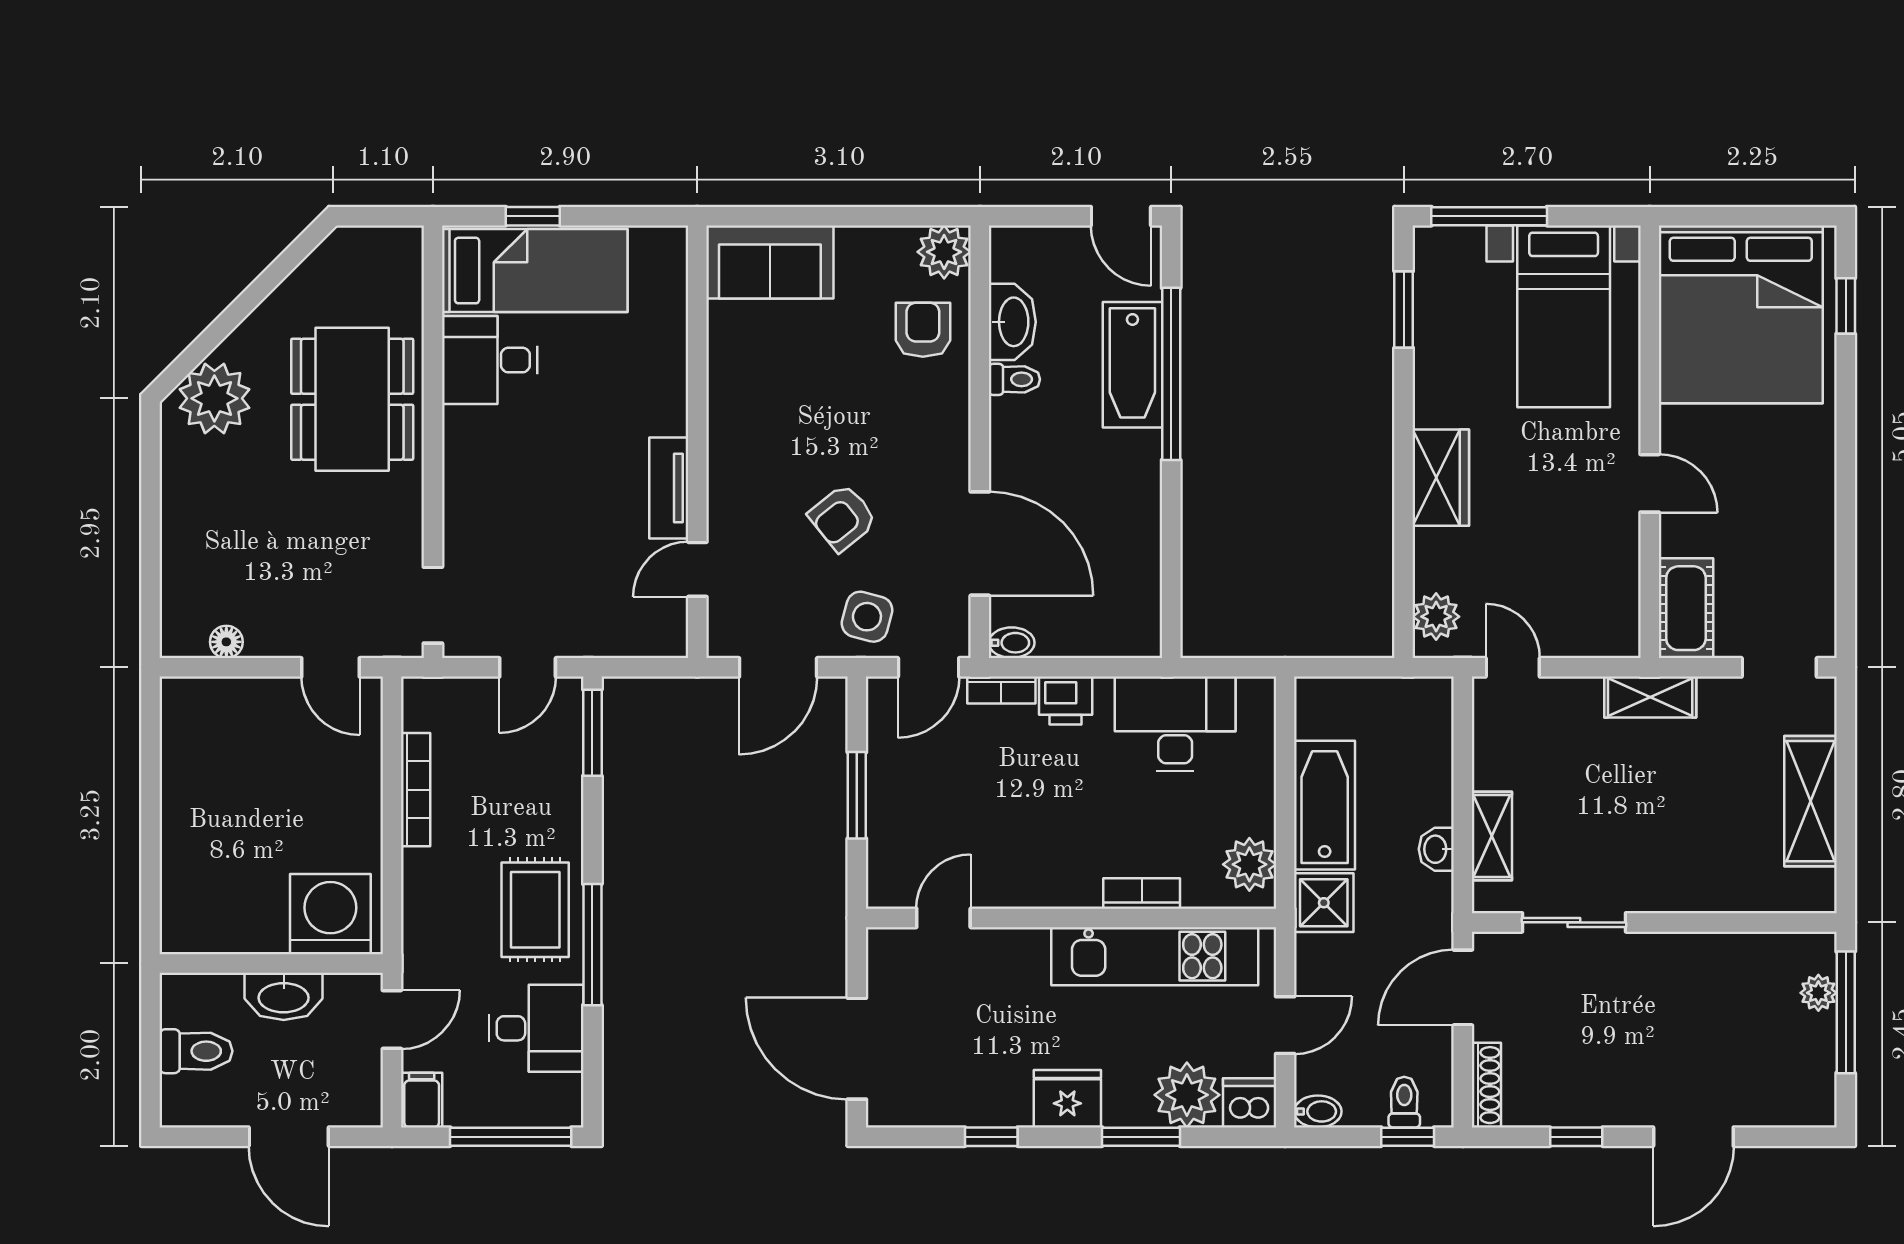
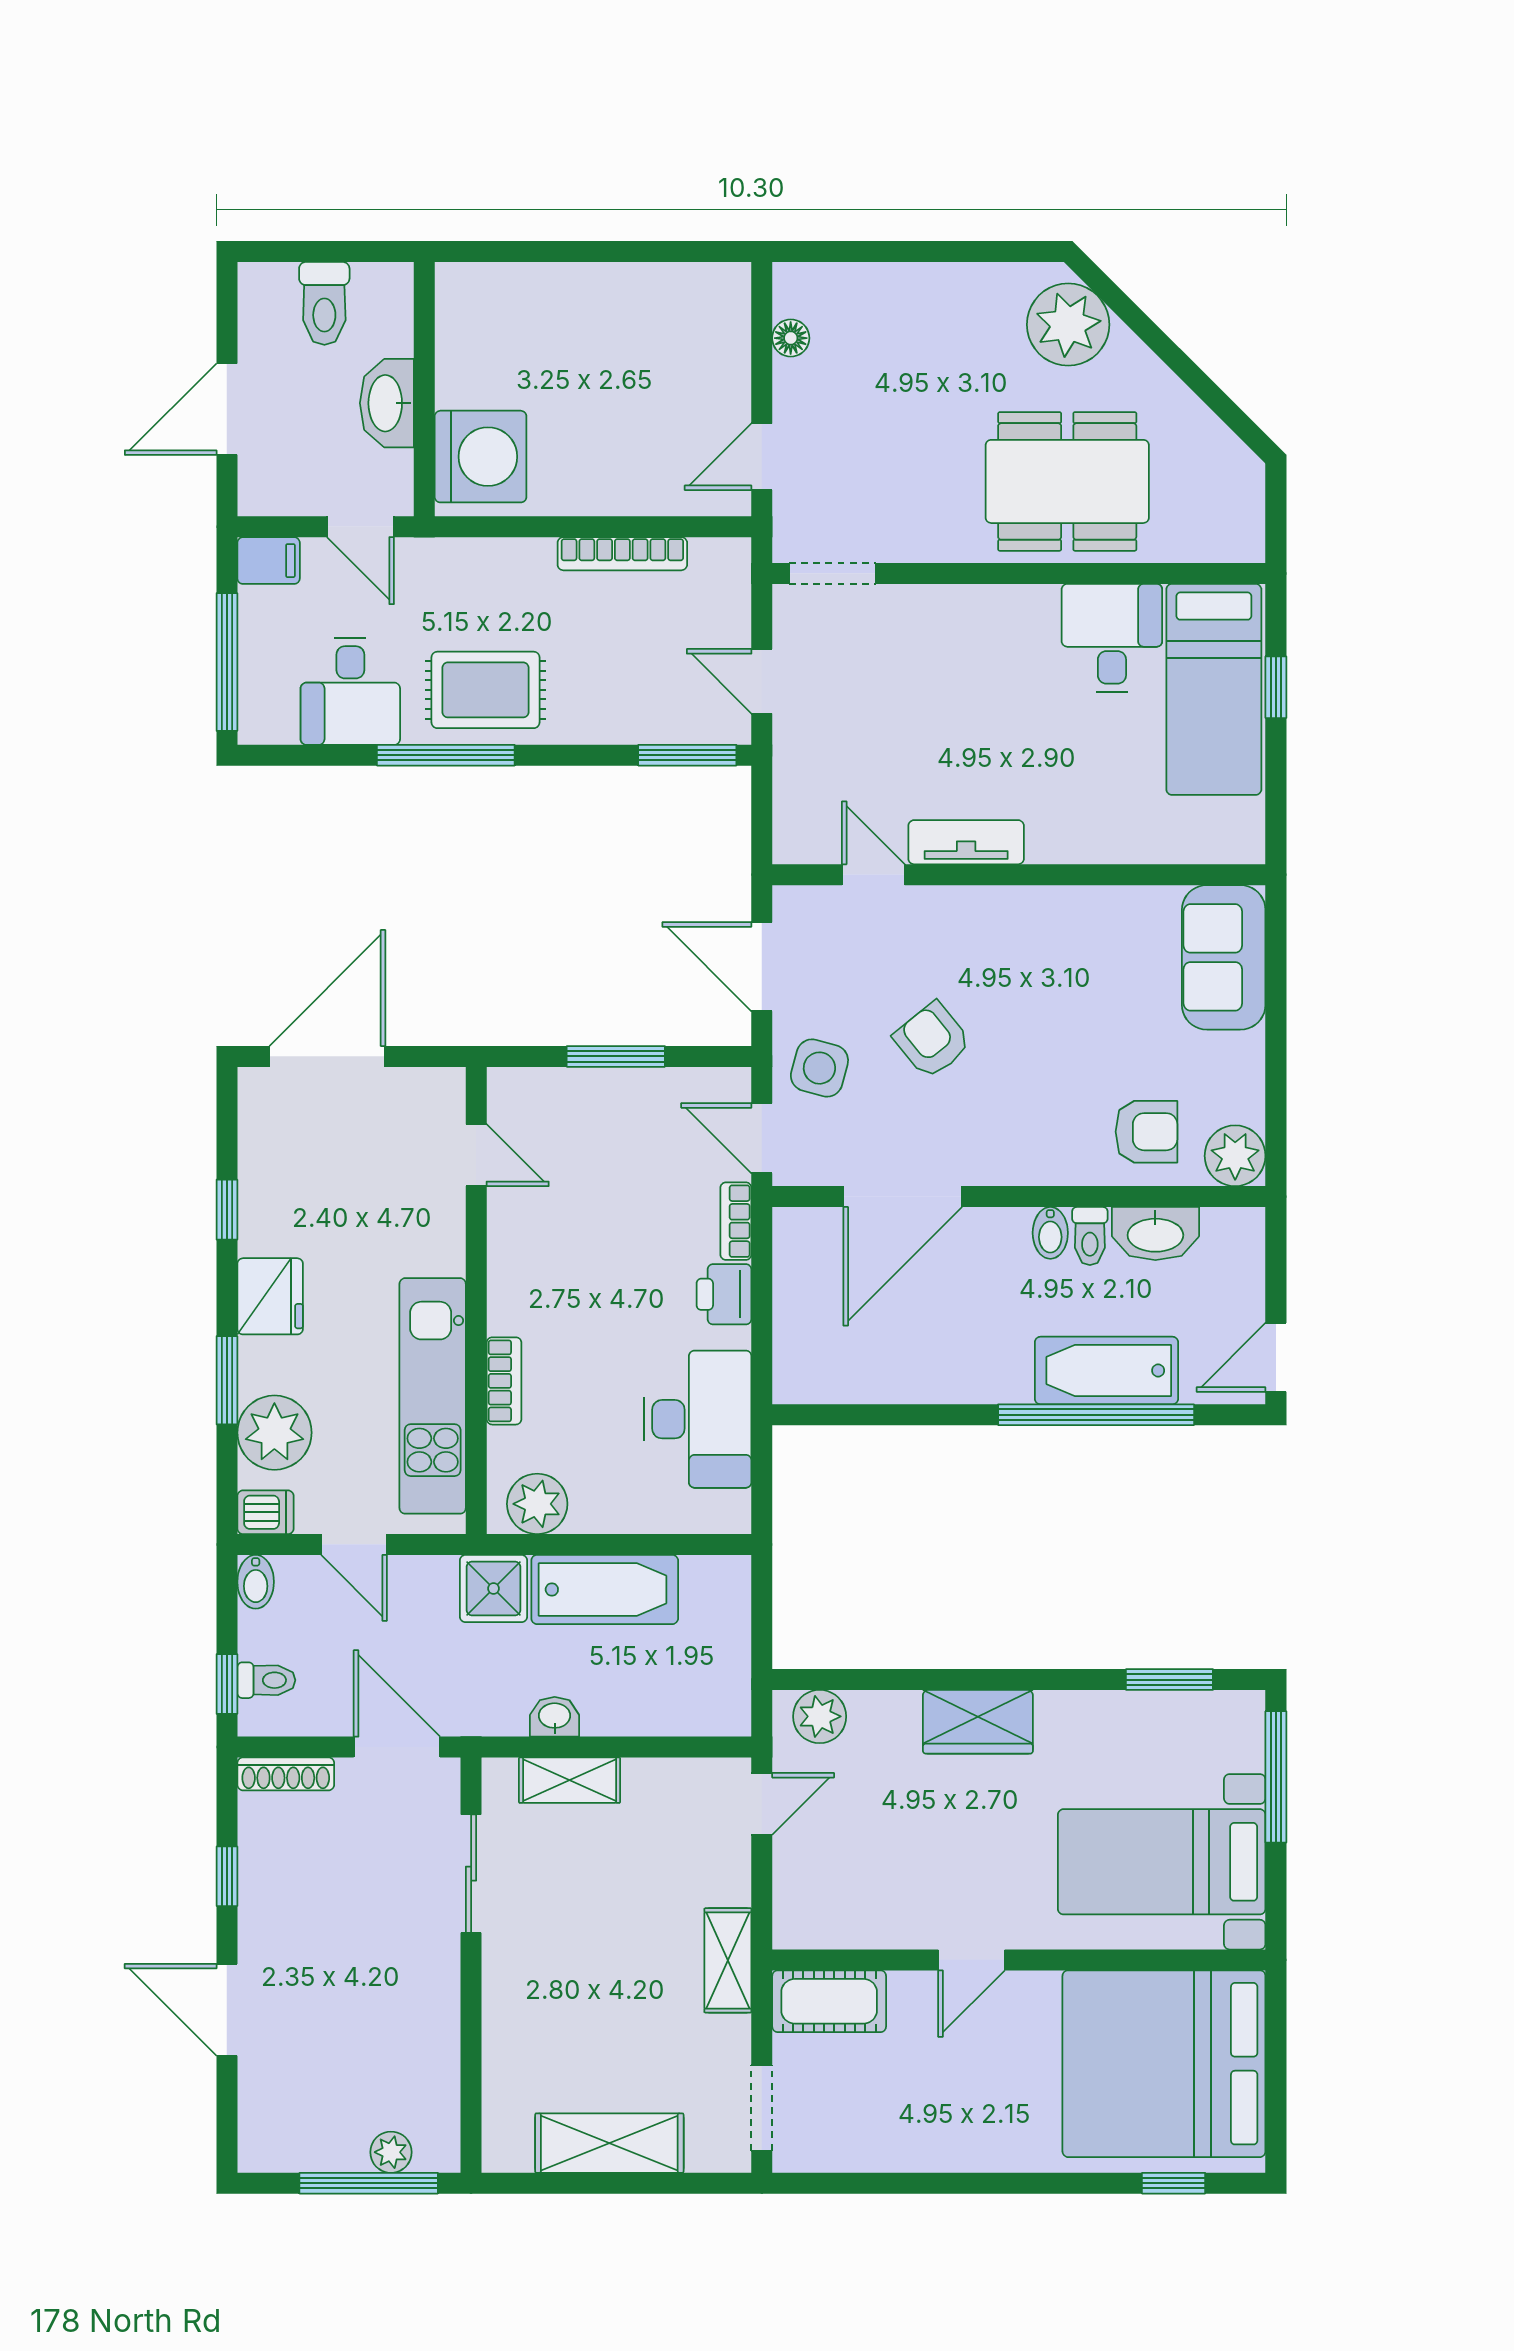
bidet: (1012, 643) -> (1050, 1233), moved
dishwasher: (1250, 1103) -> (265, 1512), width x0.73

